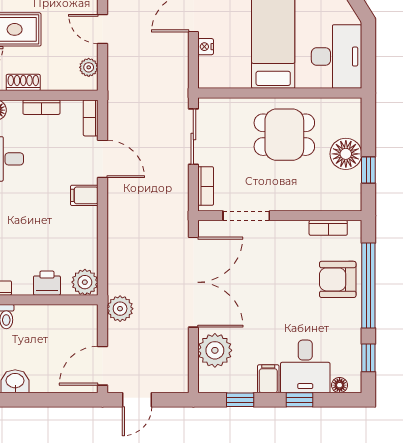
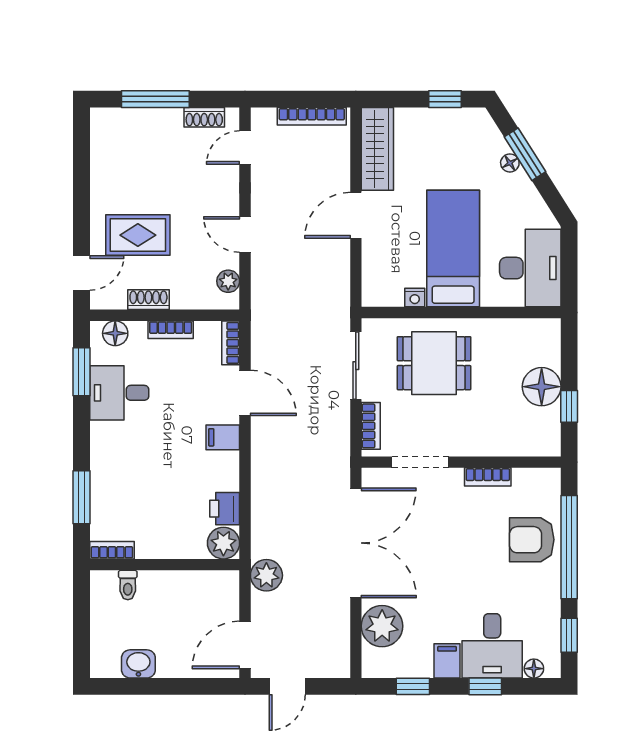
nightstand: (206, 47) -> (415, 298), moved, turned -90
dining table: (284, 135) -> (434, 363), moved
bookcase: (328, 228) -> (488, 477), moved
printer: (47, 283) -> (225, 509), moved, turned -90

